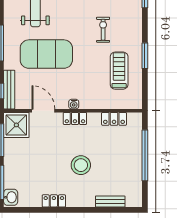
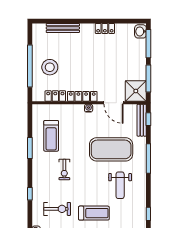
locker: (75, 118) -> (82, 96), width x1.53
stool: (81, 165) -> (50, 67), moved
bench: (110, 201) -> (63, 28), width x1.36

